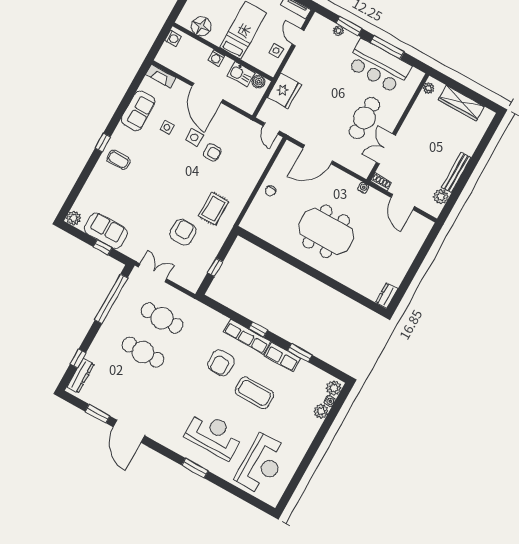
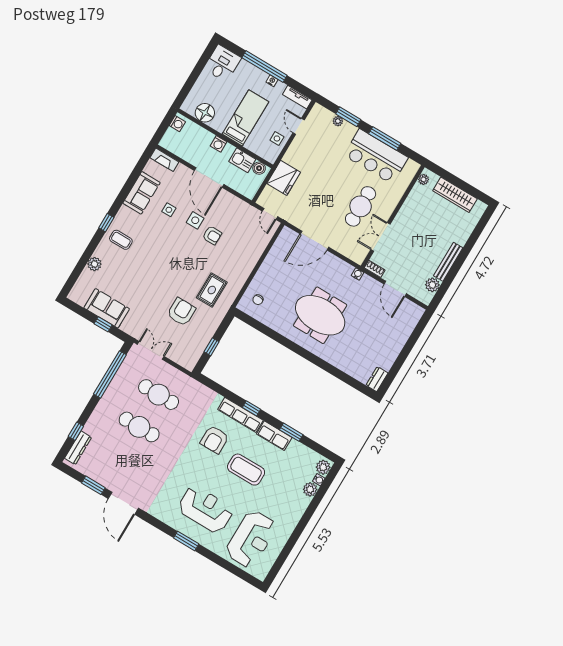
chair: (270, 191) -> (258, 300), moved
plant: (74, 218) -> (94, 264), moved

